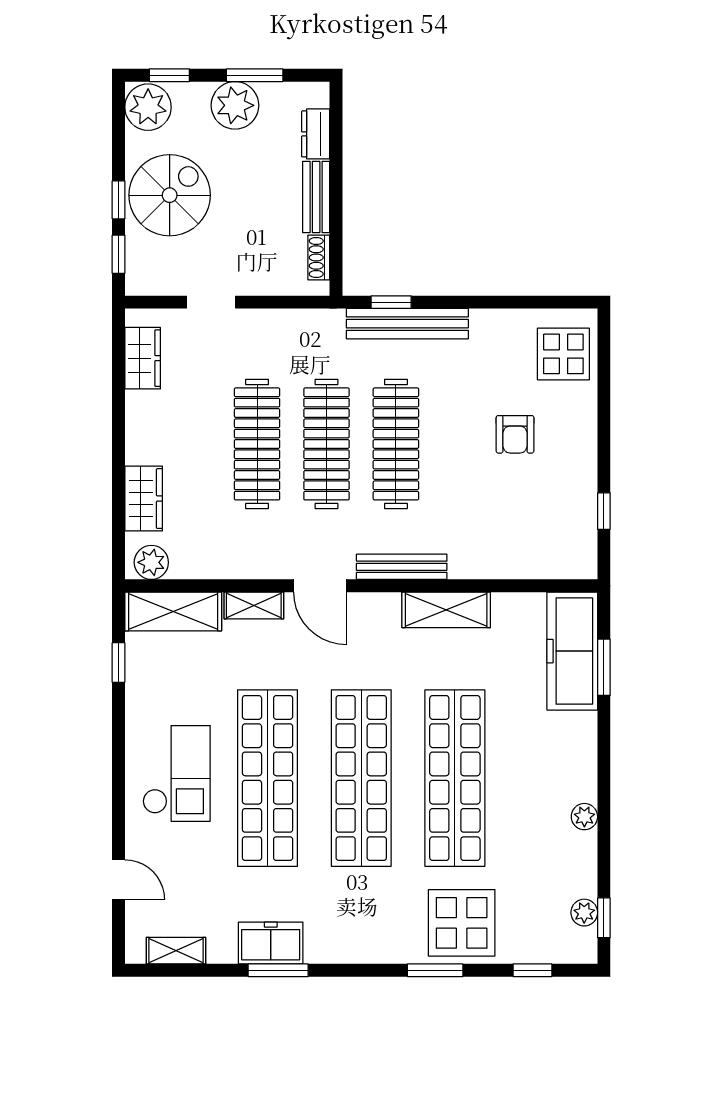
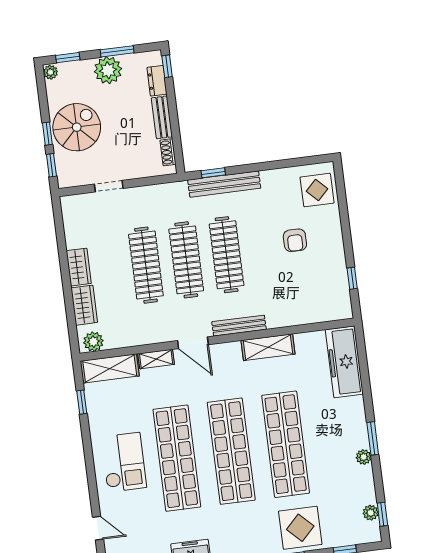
plant: (148, 107) -> (51, 72), width x0.53, depth x0.53
window: (336, 111) -> (167, 66), added
wardrobe: (143, 358) -> (79, 267), moved
window: (604, 667) -> (373, 438), moved

